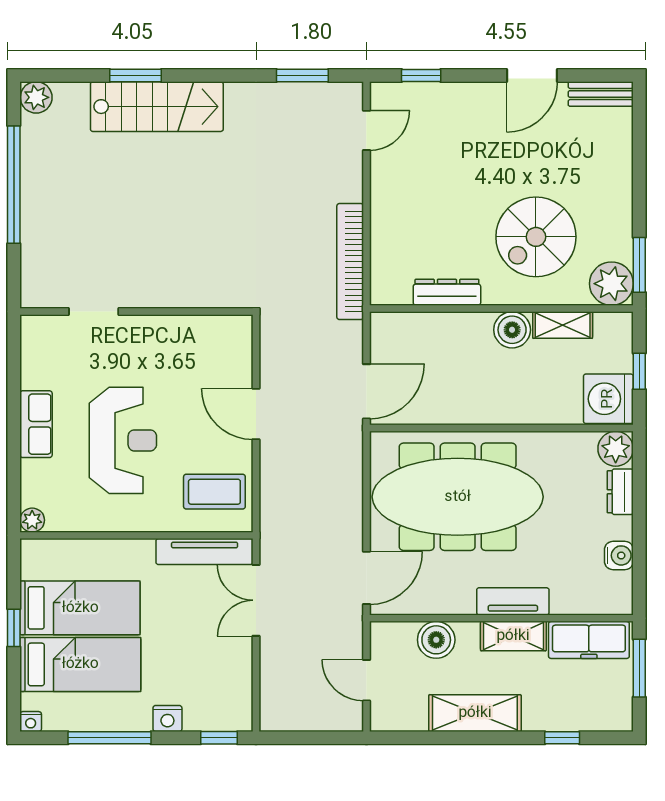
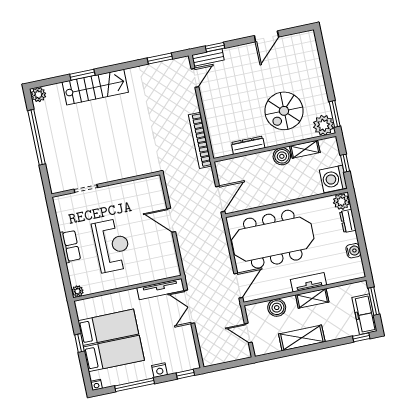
bench: (601, 94) -> (208, 58), moved
coffee table: (214, 492) -> (159, 260), removed
freezer: (589, 640) -> (364, 314), moved, turned 90
window: (562, 738) -> (361, 337), moved

